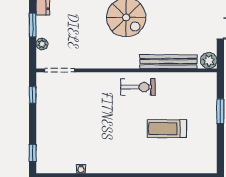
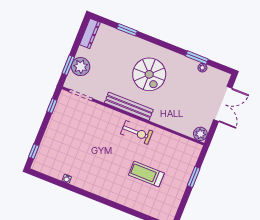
window: (33, 25) -> (68, 65), moved
plant: (42, 44) -> (81, 67), width x1.87, depth x1.87
bench: (168, 62) -> (129, 106), moved

